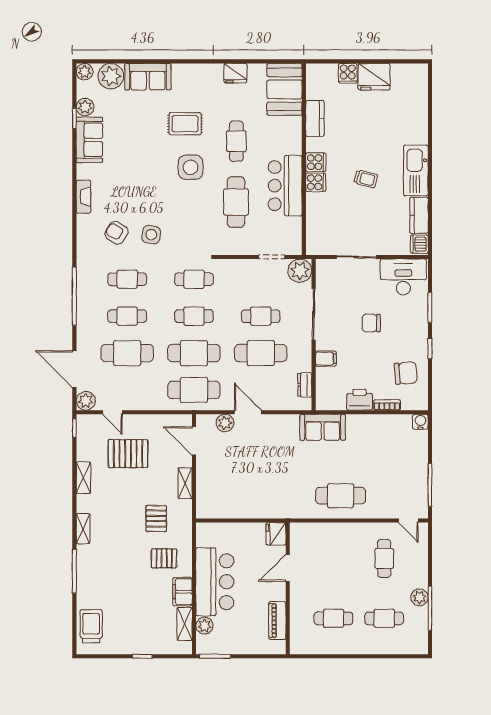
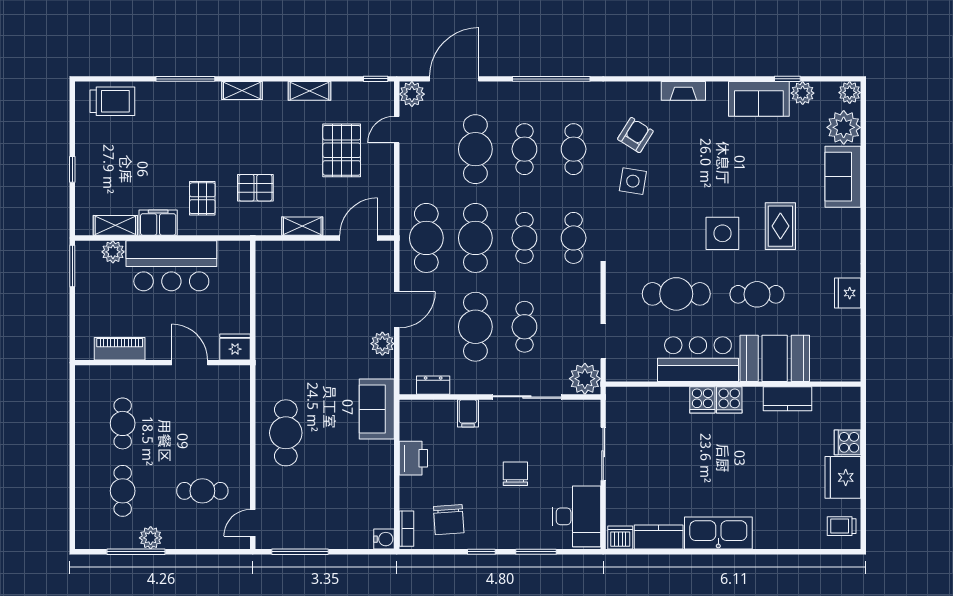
booth: (284, 89) -> (775, 358), moved
trolley: (366, 179) -> (842, 526), moved, turned 76
bookcase: (387, 405) -> (406, 529), moved
plant: (225, 423) -> (382, 344), moved

